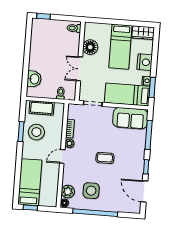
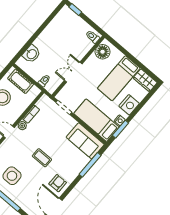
floor lamp: (90, 47) -> (103, 52), moved
window: (146, 167) -> (70, 189), removed
armchair: (133, 169) -> (58, 183), added

